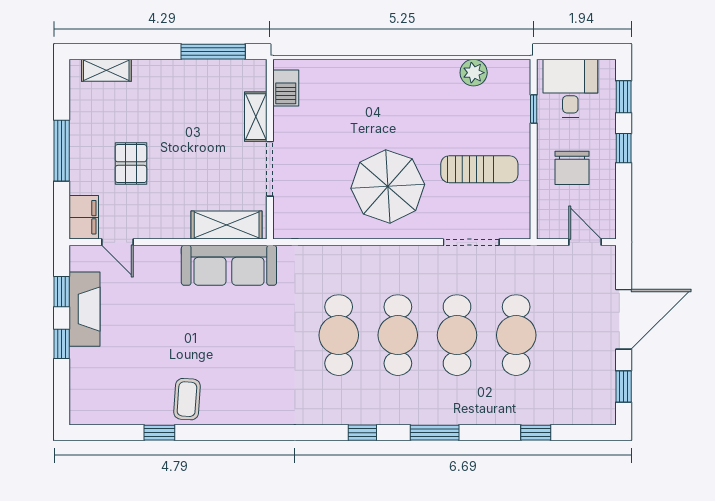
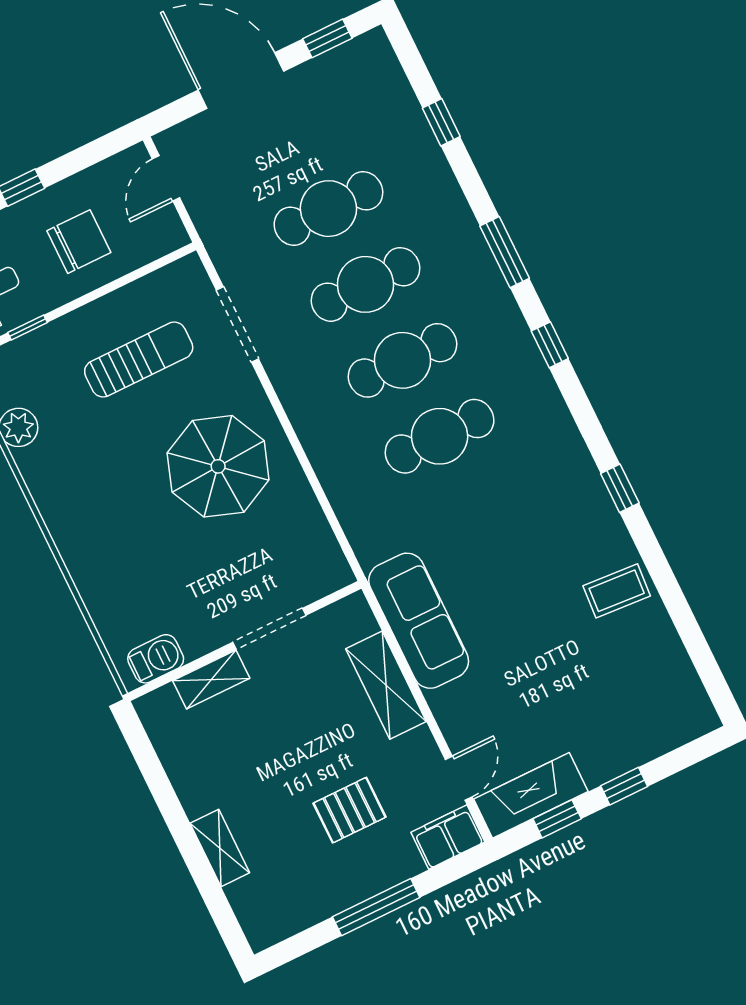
window: (213, 52) -> (154, 775), removed
shelving: (106, 70) -> (220, 848), moved
sun lounger: (479, 169) -> (139, 359), turned 90
shelving: (227, 225) -> (386, 685), moved
fireplace: (85, 309) -> (531, 795), moved
window: (159, 433) -> (620, 488), moved

